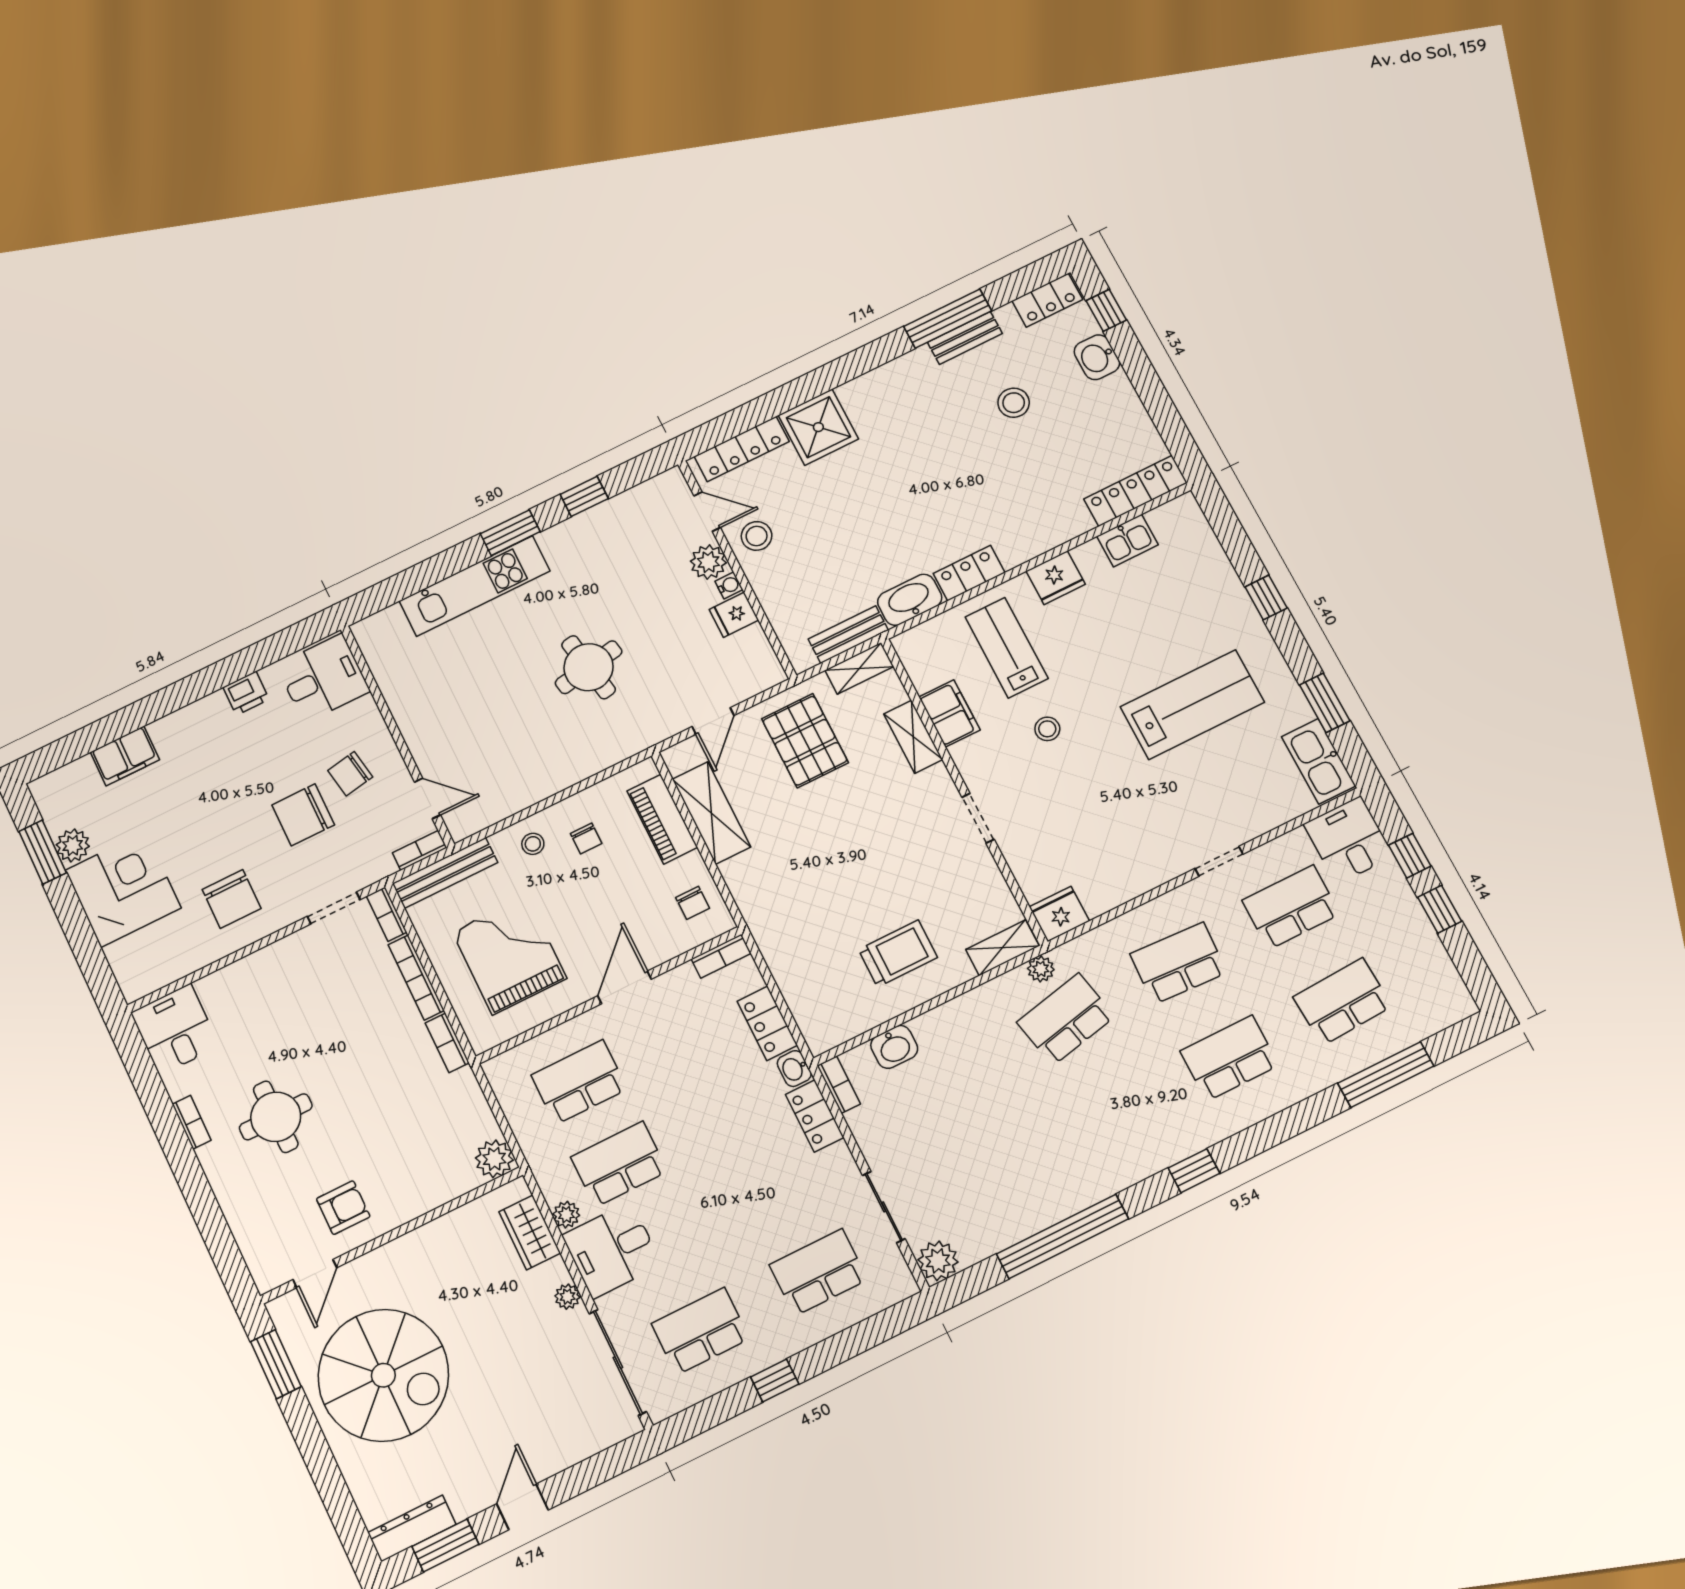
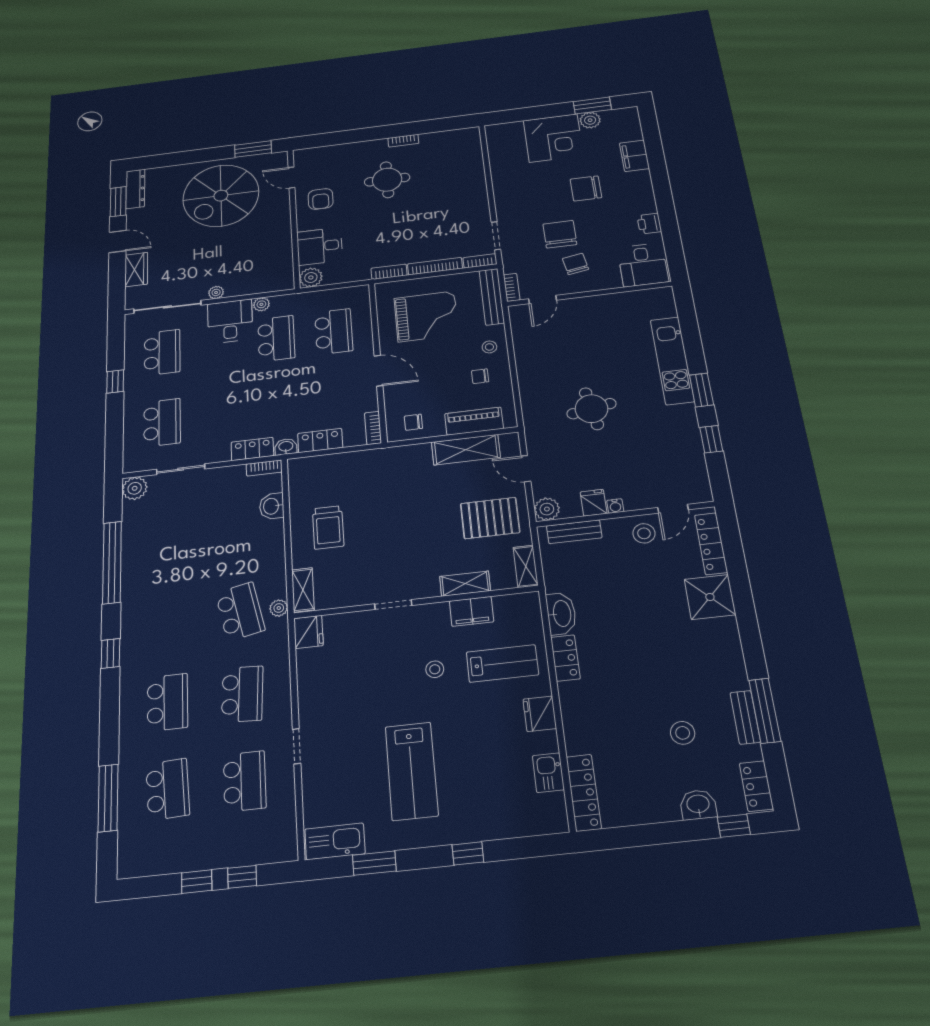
plant: (708, 562) -> (547, 509), moved
bench: (848, 635) -> (574, 532), moved, turned 90
desk: (1349, 840) -> (272, 839), removed
chair: (232, 899) -> (586, 188), moved
desk: (175, 1029) -> (320, 246), moved, turned 180
wardrobe: (530, 1232) -> (136, 270), moved, turned 90

